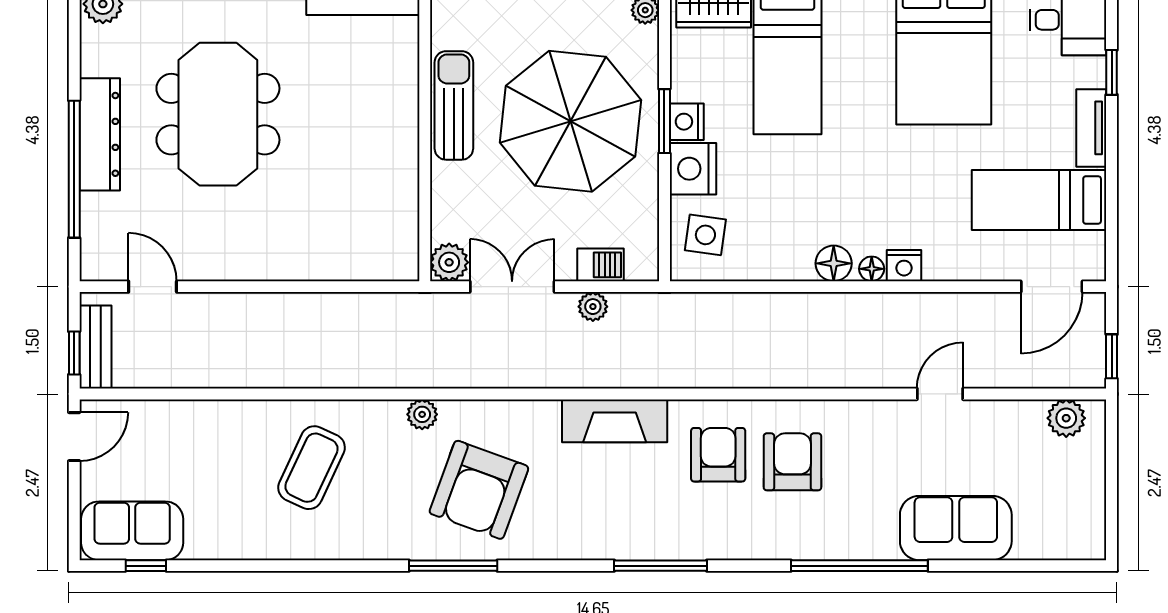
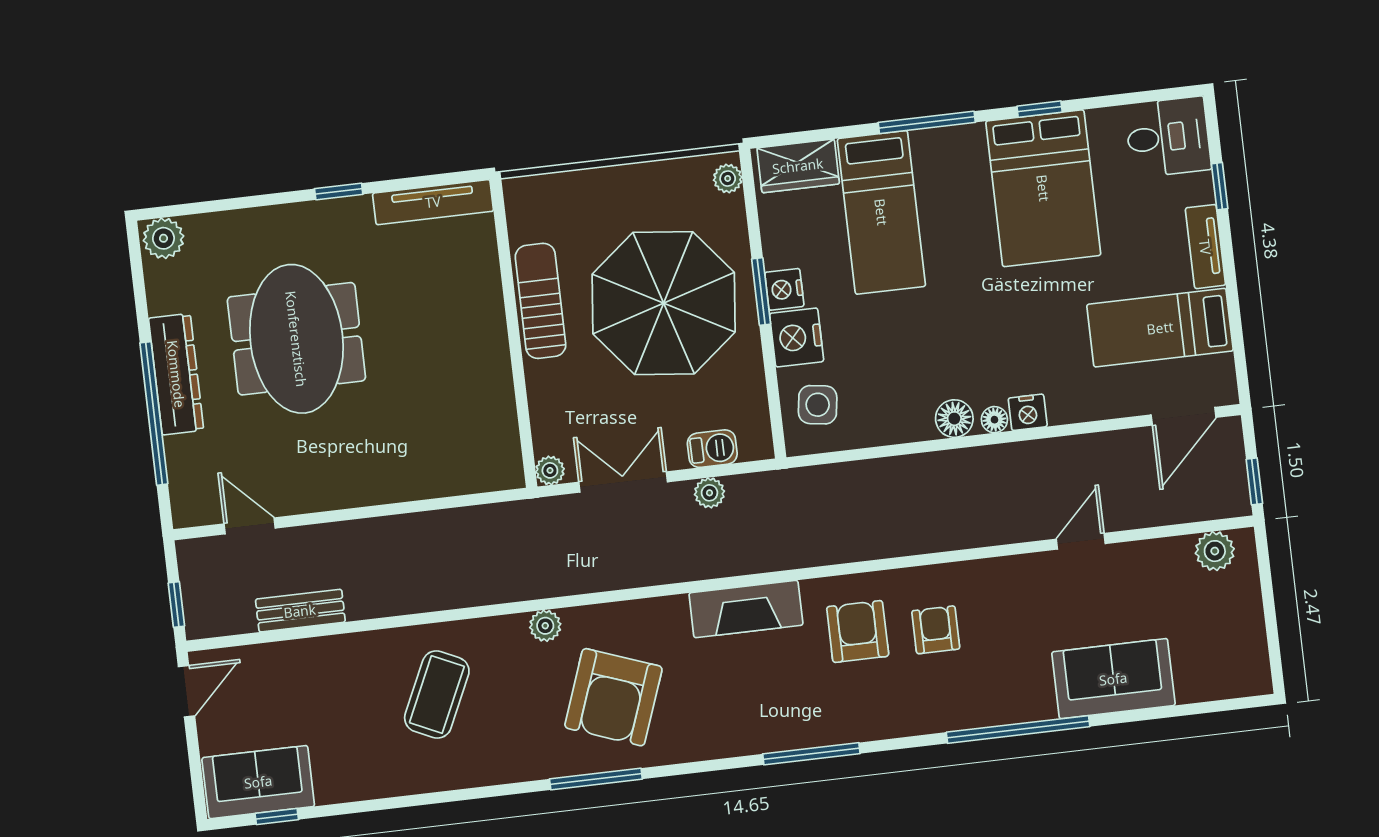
plant: (449, 262) -> (550, 470), width x0.73, depth x0.73
bench: (95, 347) -> (300, 611), moved, turned 90
armchair: (792, 462) -> (936, 630), width x0.72, depth x0.72

